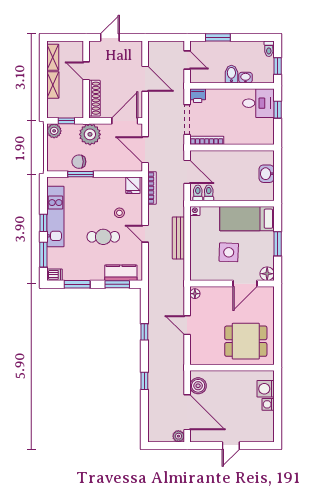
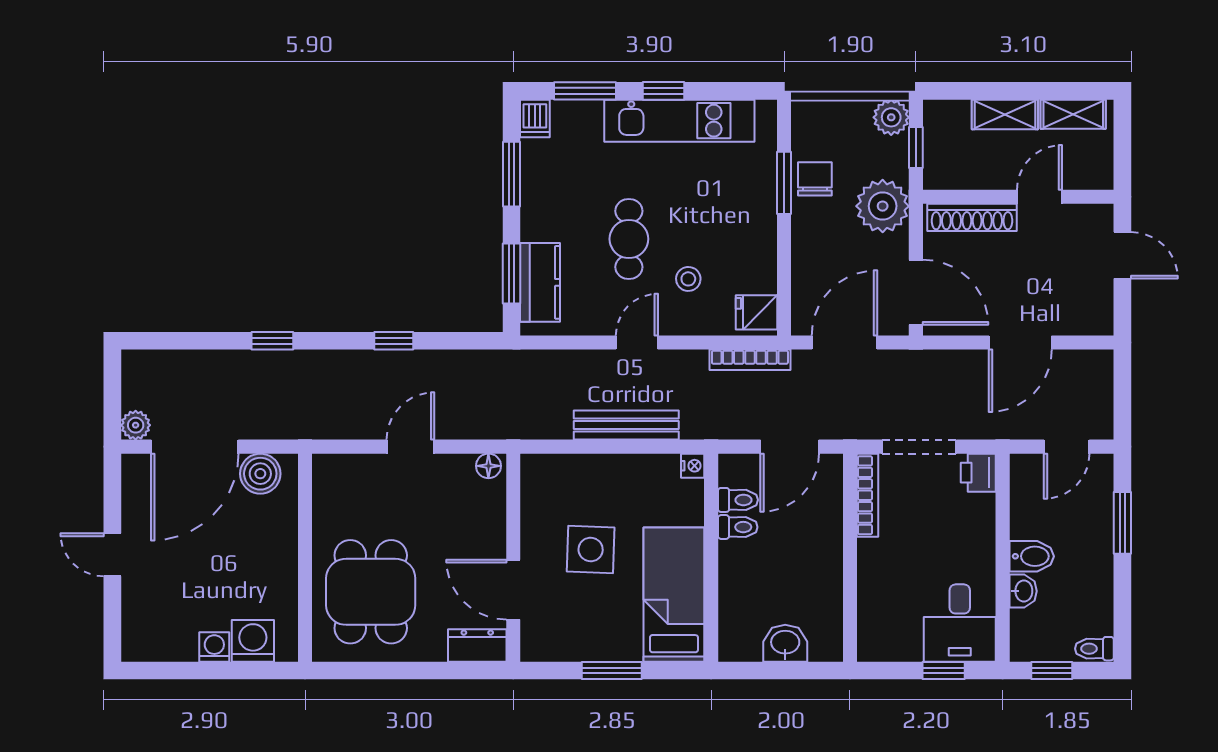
toilet: (198, 193) -> (738, 527), moved
floor lamp: (267, 274) -> (538, 644), removed
dresser: (267, 298) -> (477, 645), added

